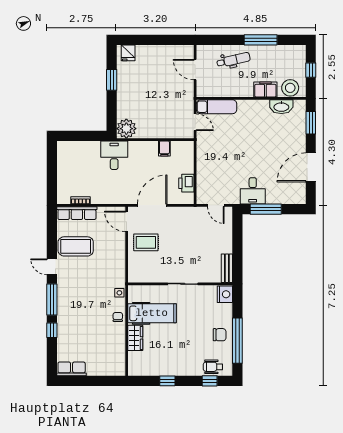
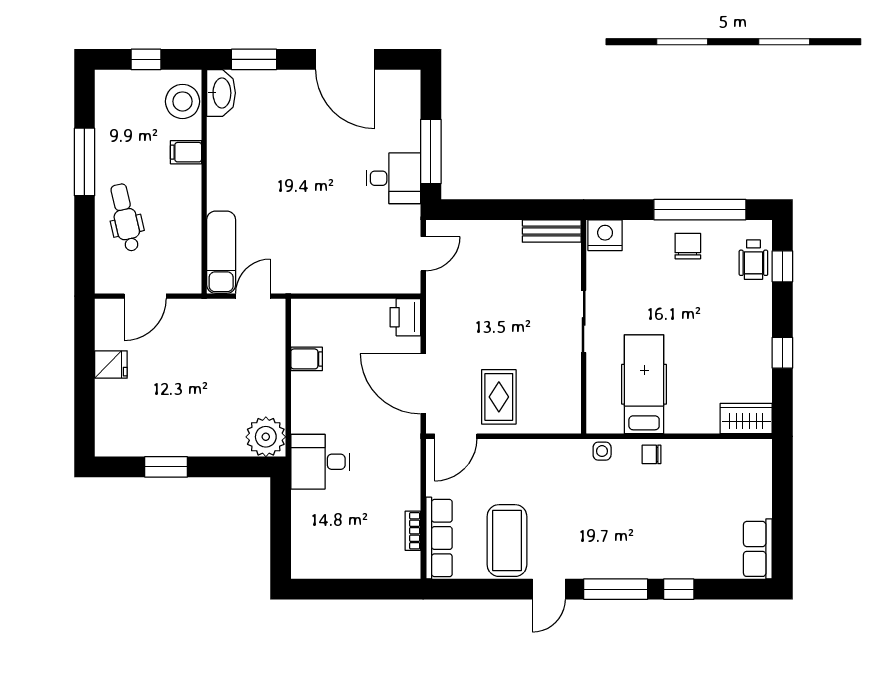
fridge: (128, 53) -> (111, 365), moved
filing cabinet: (265, 90) -> (186, 152), width x0.50
washbasin: (281, 107) -> (221, 93), moved
printer: (186, 183) -> (405, 317), moved, turned 90
wardrobe: (135, 338) -> (746, 419), moved

